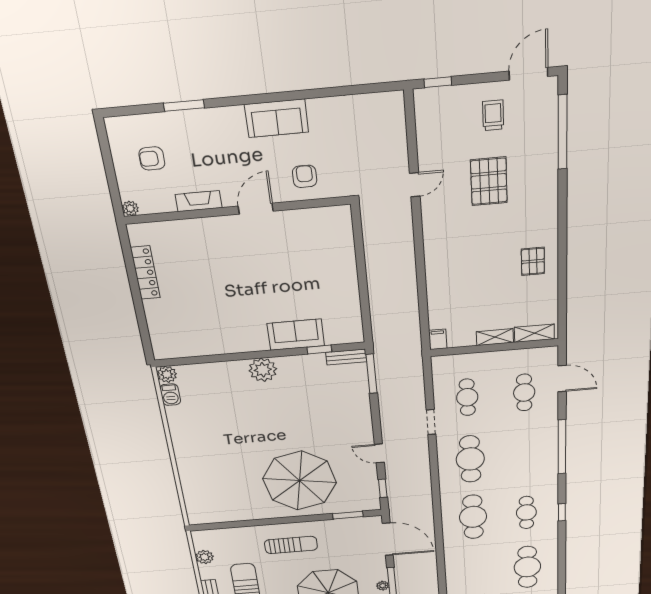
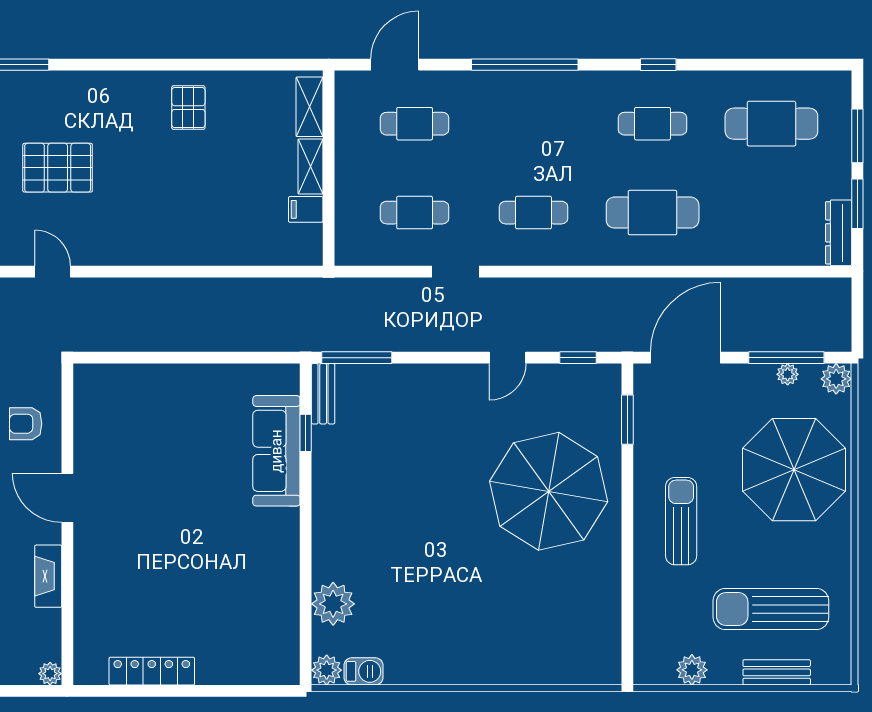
pallet: (533, 261) -> (188, 108), turned 90
sofa: (296, 335) -> (276, 451), width x1.36
filing cabinet: (438, 339) -> (306, 209), moved
plant: (263, 370) -> (333, 604), moved
cafe table: (470, 459) -> (534, 213), width x0.73, depth x0.74

